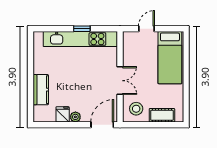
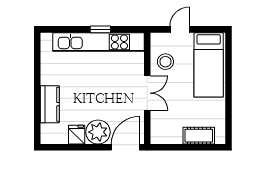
stool: (136, 109) -> (165, 62), moved
plant: (75, 117) -> (98, 132), width x1.87, depth x1.87

